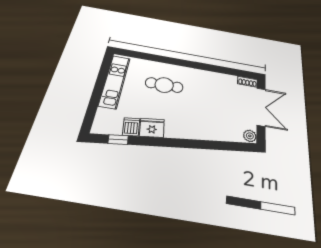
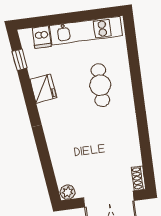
dishwasher: (131, 127) -> (42, 37), moved, turned 97

